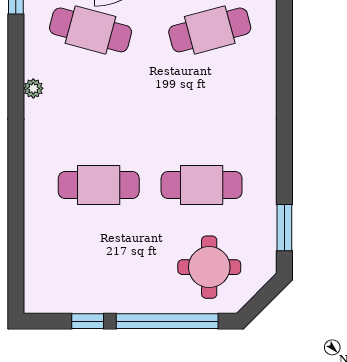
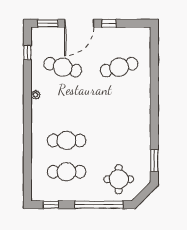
cafe table: (202, 185) -> (67, 172), moved
window: (88, 321) -> (51, 205), moved

